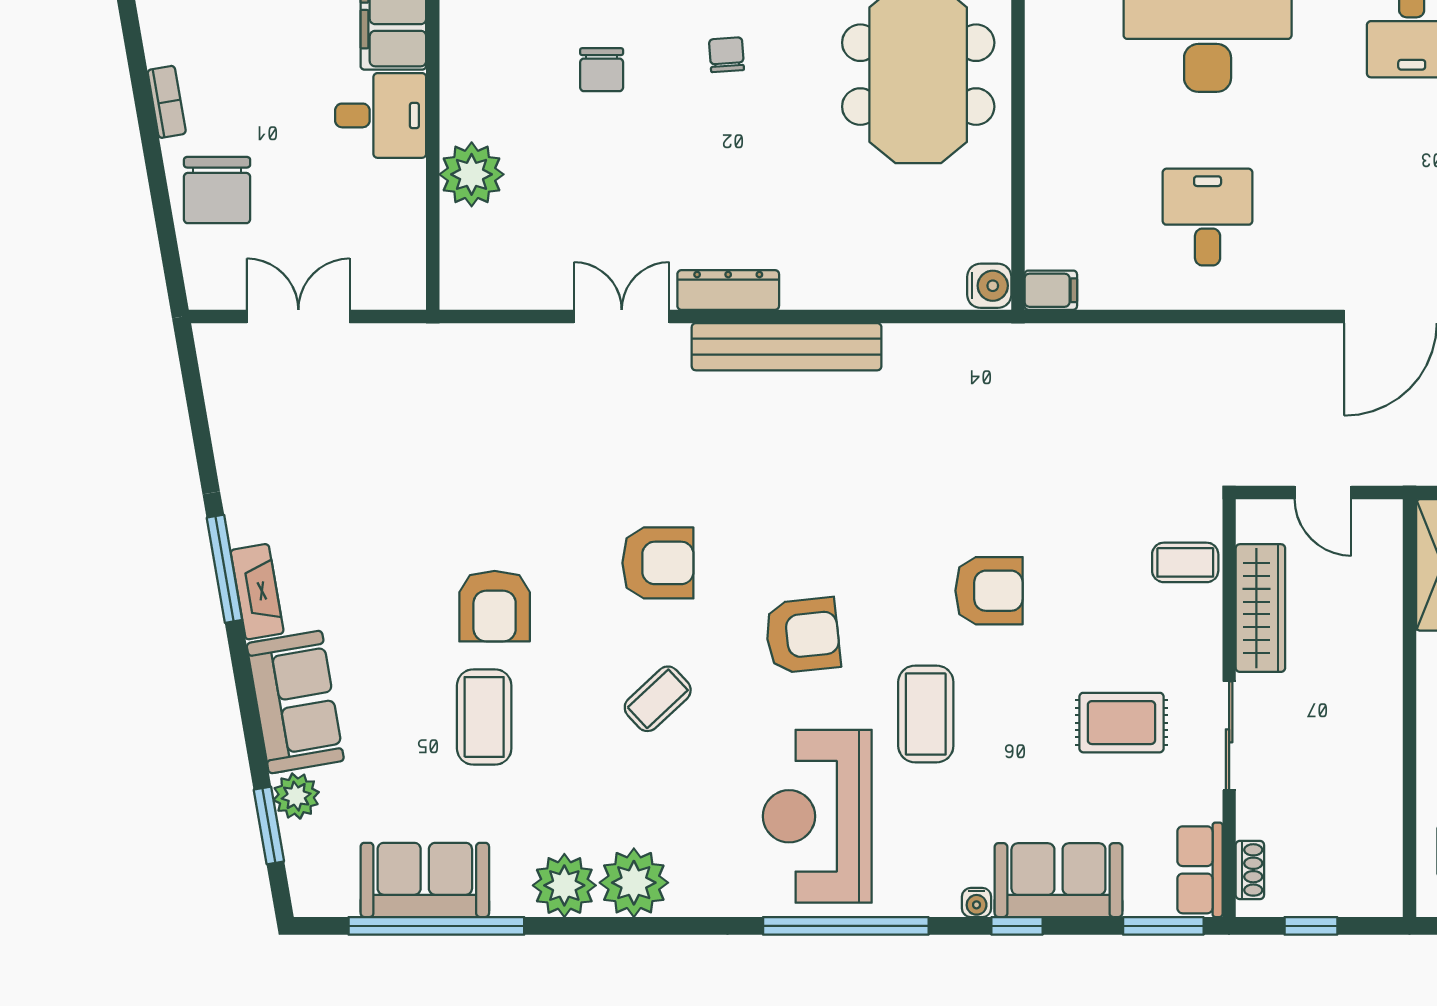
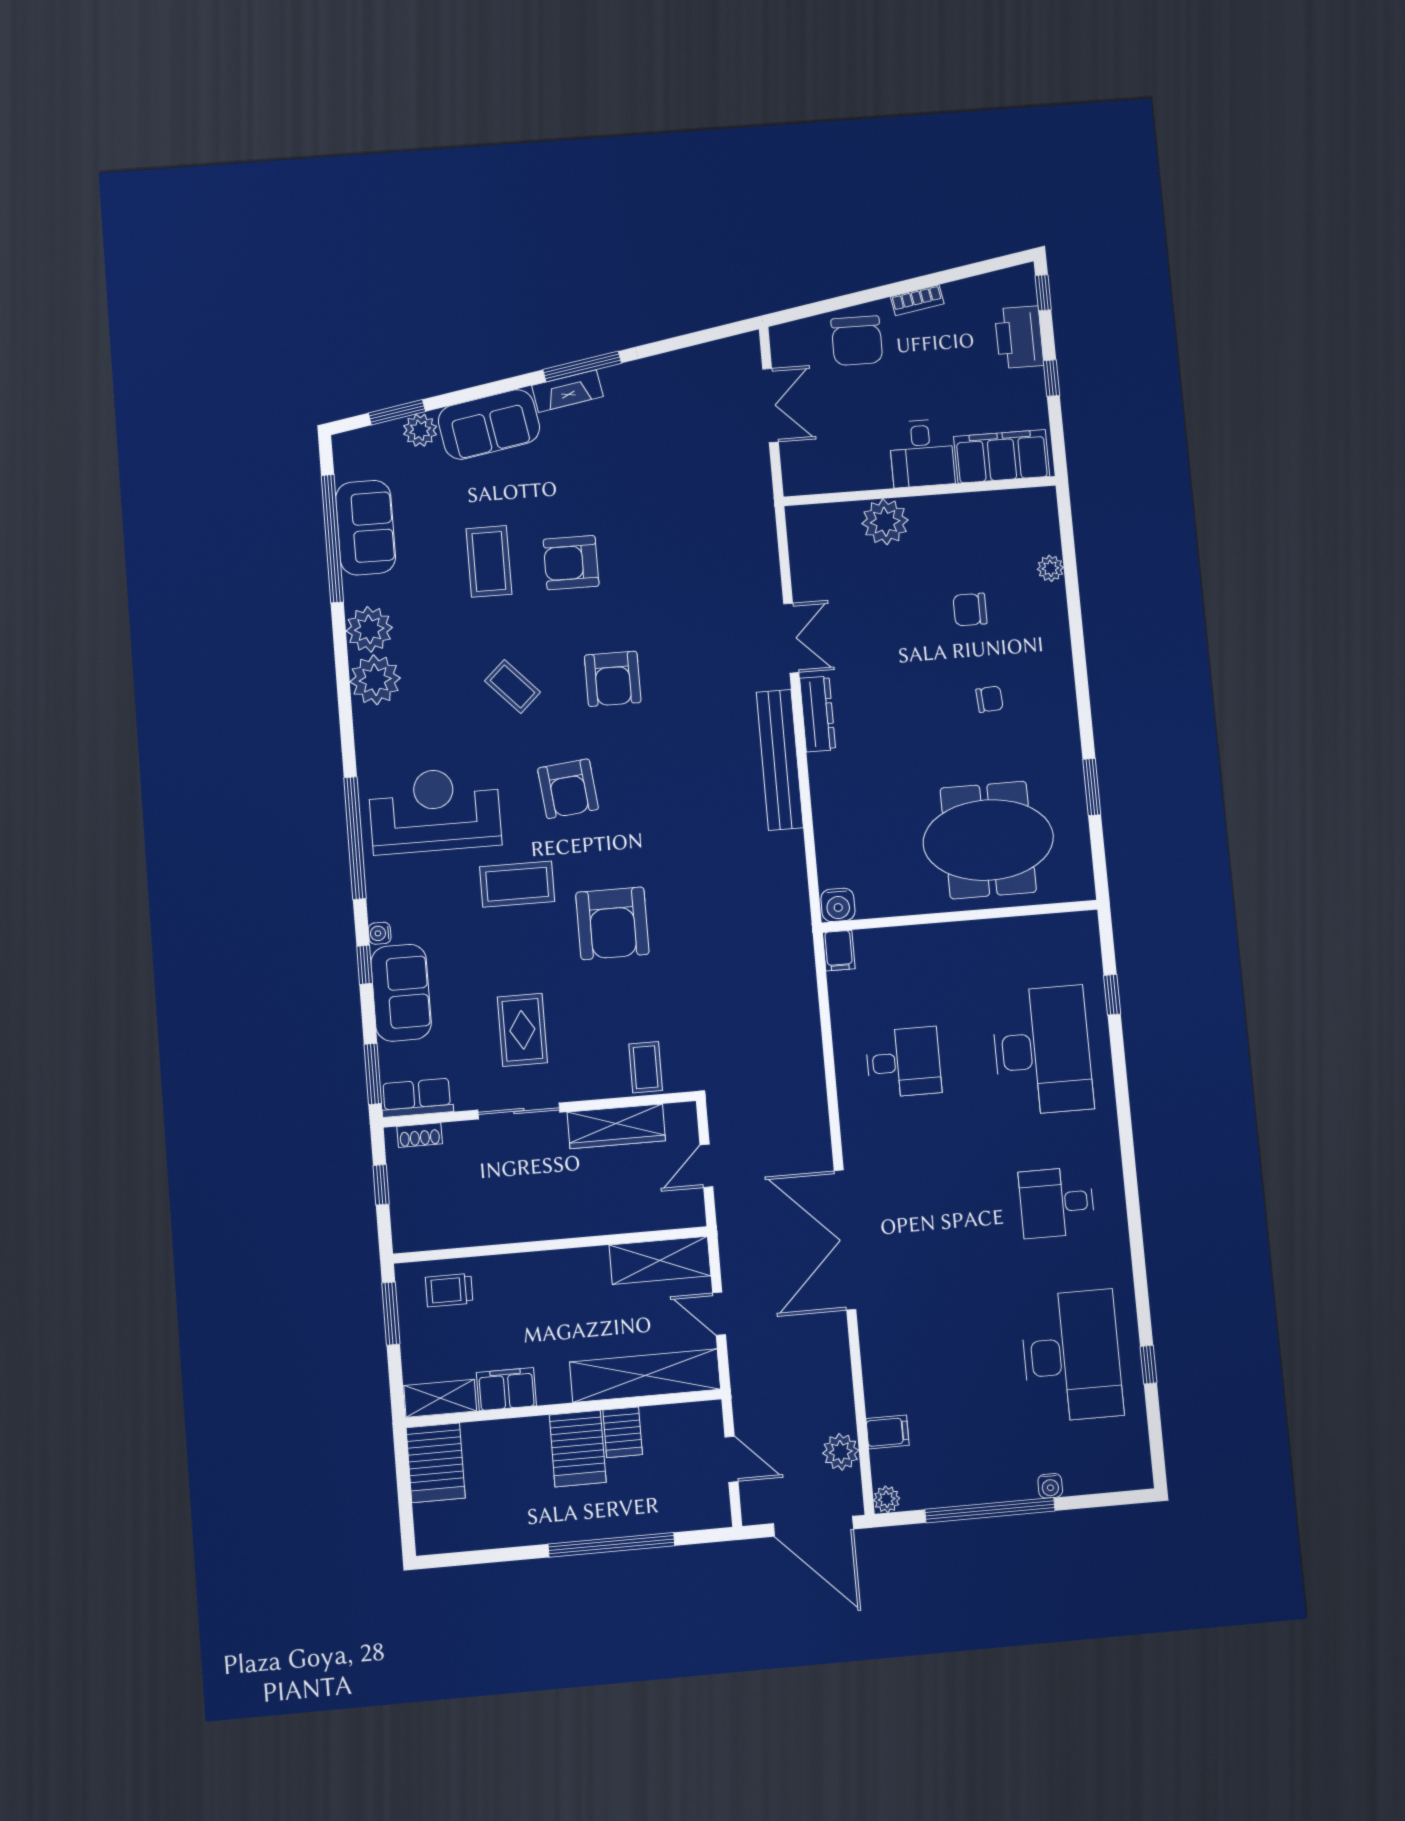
chair: (217, 190) -> (857, 341), turned -90
armchair: (989, 591) -> (612, 923), width x1.36, depth x1.36
coffee table: (484, 717) -> (489, 561), turned 90

